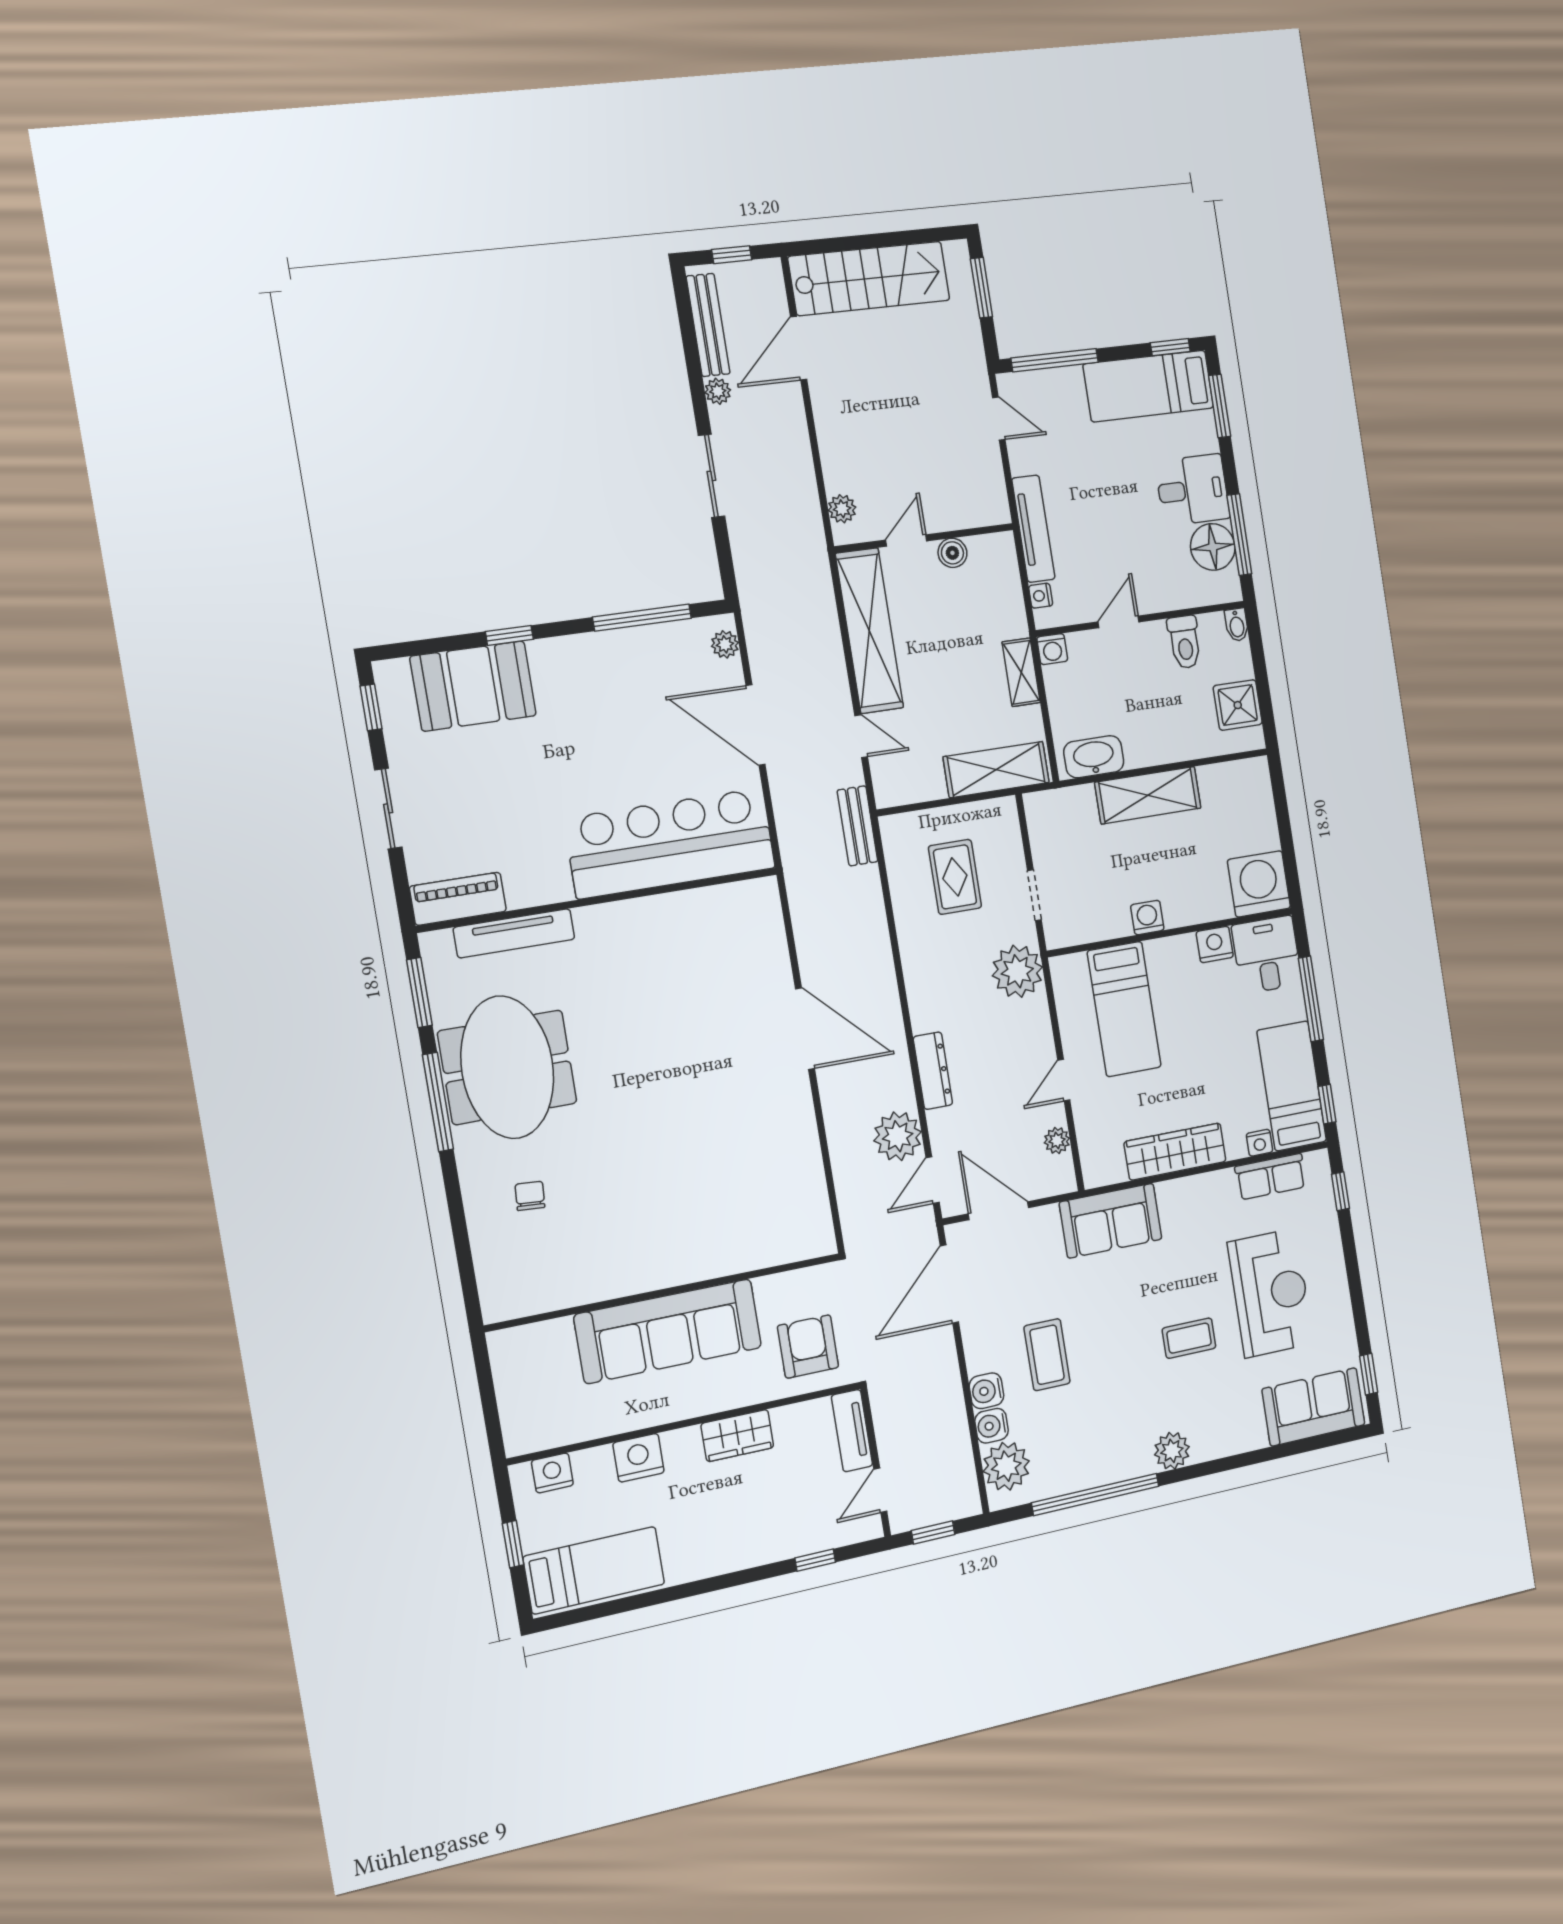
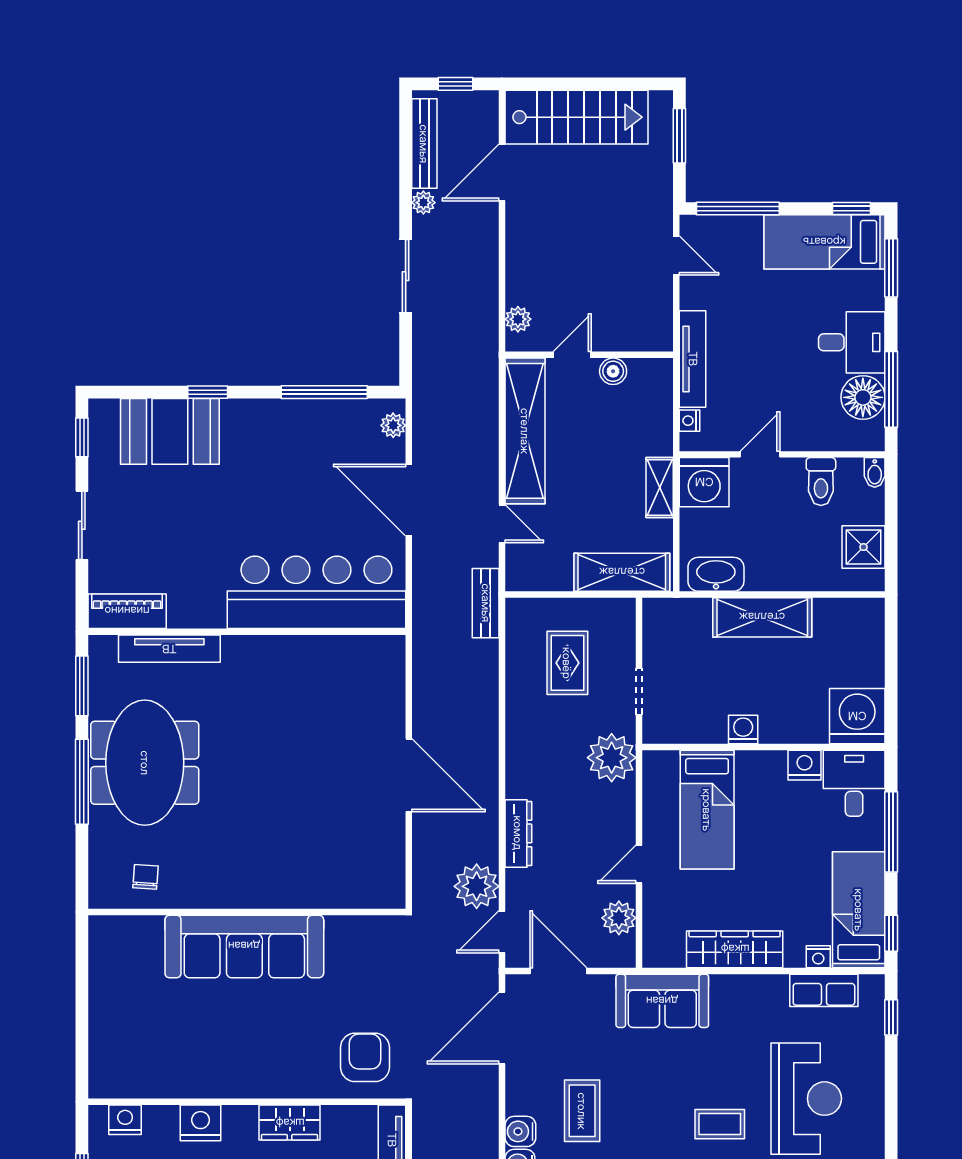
washing machine: (1052, 649) -> (704, 482), width x1.89, depth x1.89
plant: (1057, 1141) -> (619, 918), width x1.38, depth x1.38
wall: (665, 1292) -> (247, 912), moved
sofa: (668, 1331) -> (244, 946), moved

